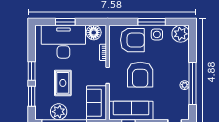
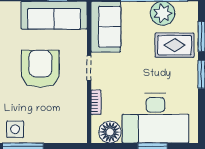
armchair: (132, 40) -> (52, 121), removed
rug: (63, 83) -> (174, 45), moved, turned 90

